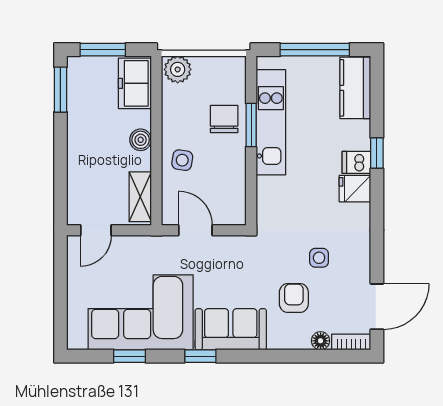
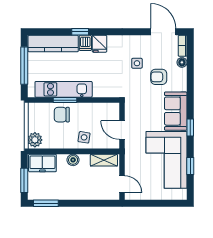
kitchen counter: (355, 88) -> (53, 44), width x1.50
door: (195, 230) -> (122, 130), hinge flipped

